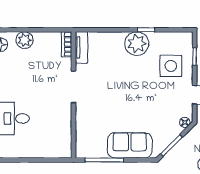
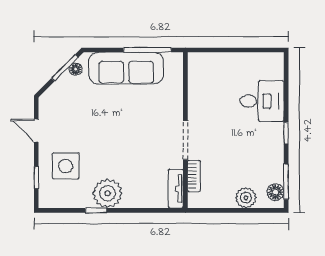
bookcase: (67, 44) -> (194, 176), moved
floor lamp: (185, 122) -> (76, 69), moved
sofa: (130, 145) -> (126, 68), width x1.36

